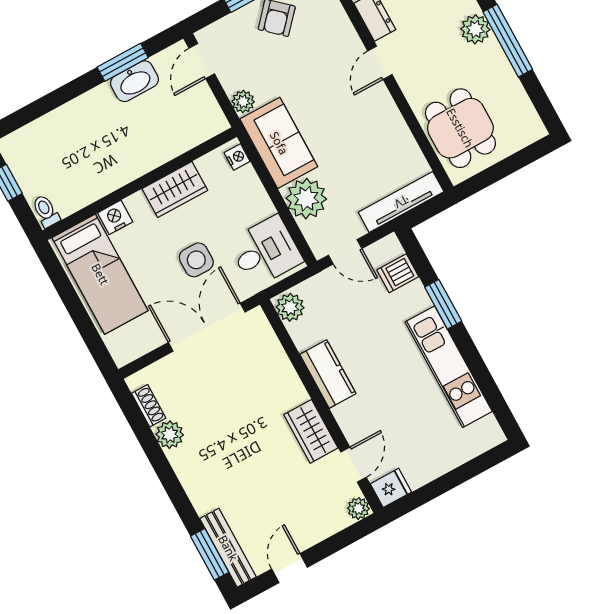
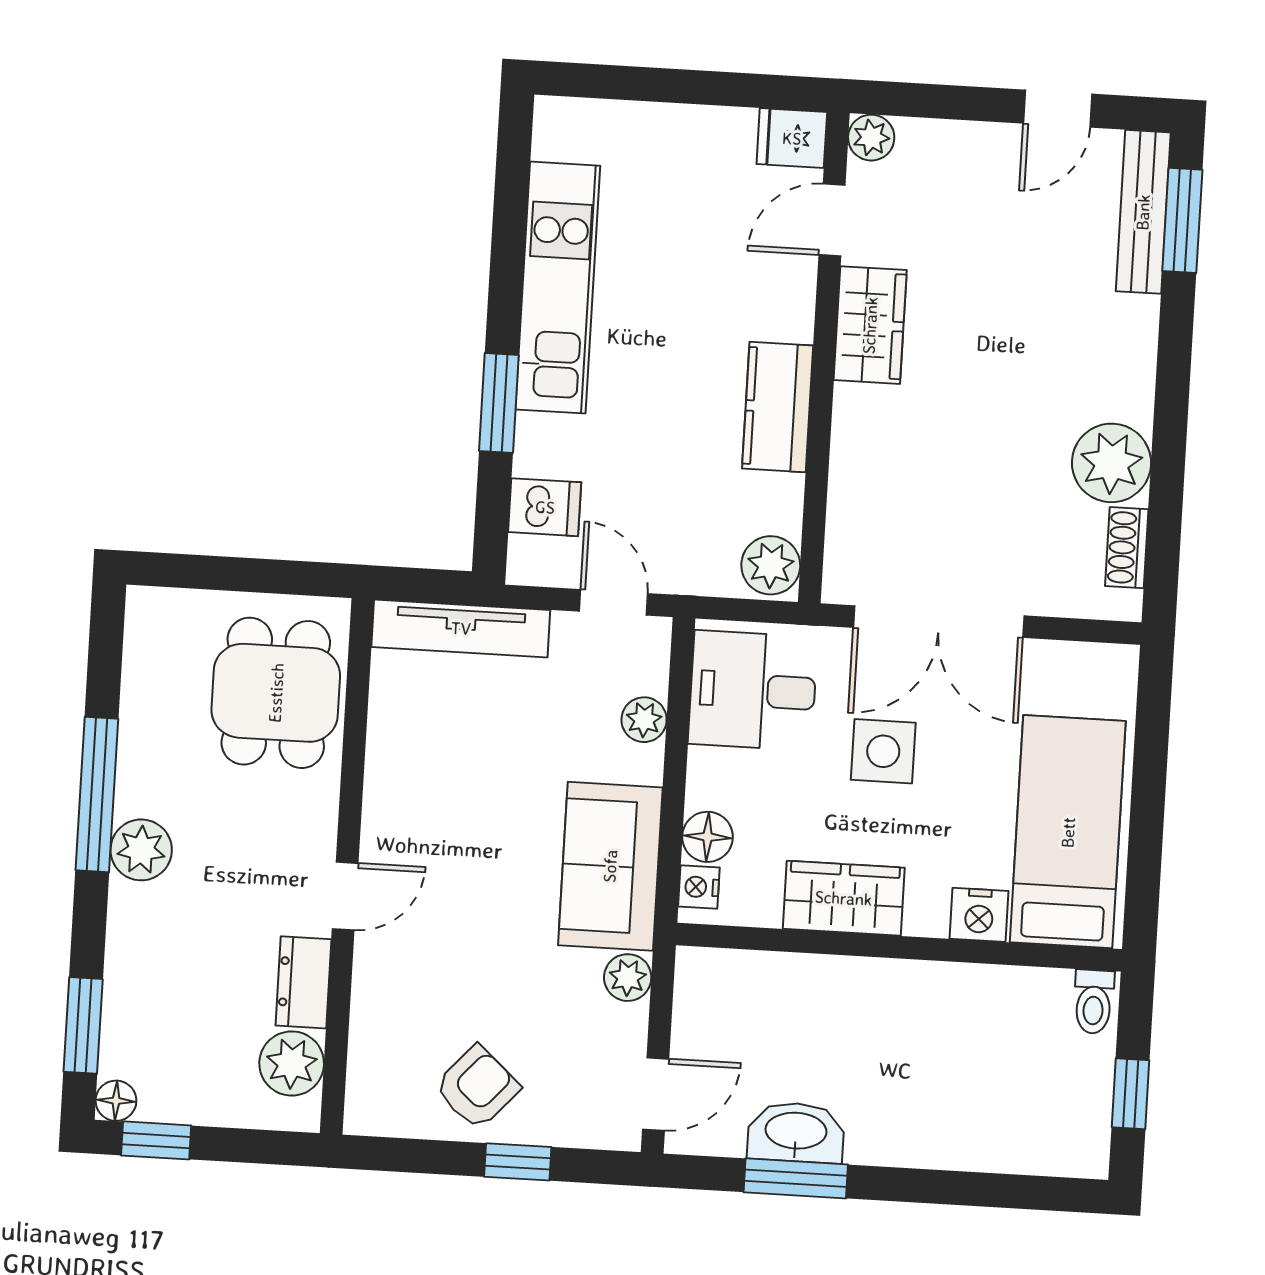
floor lamp: (246, 180) -> (708, 837), added
plant: (306, 199) -> (644, 720), width x0.53, depth x0.53
plant: (170, 435) -> (1111, 463), width x1.36, depth x1.36

